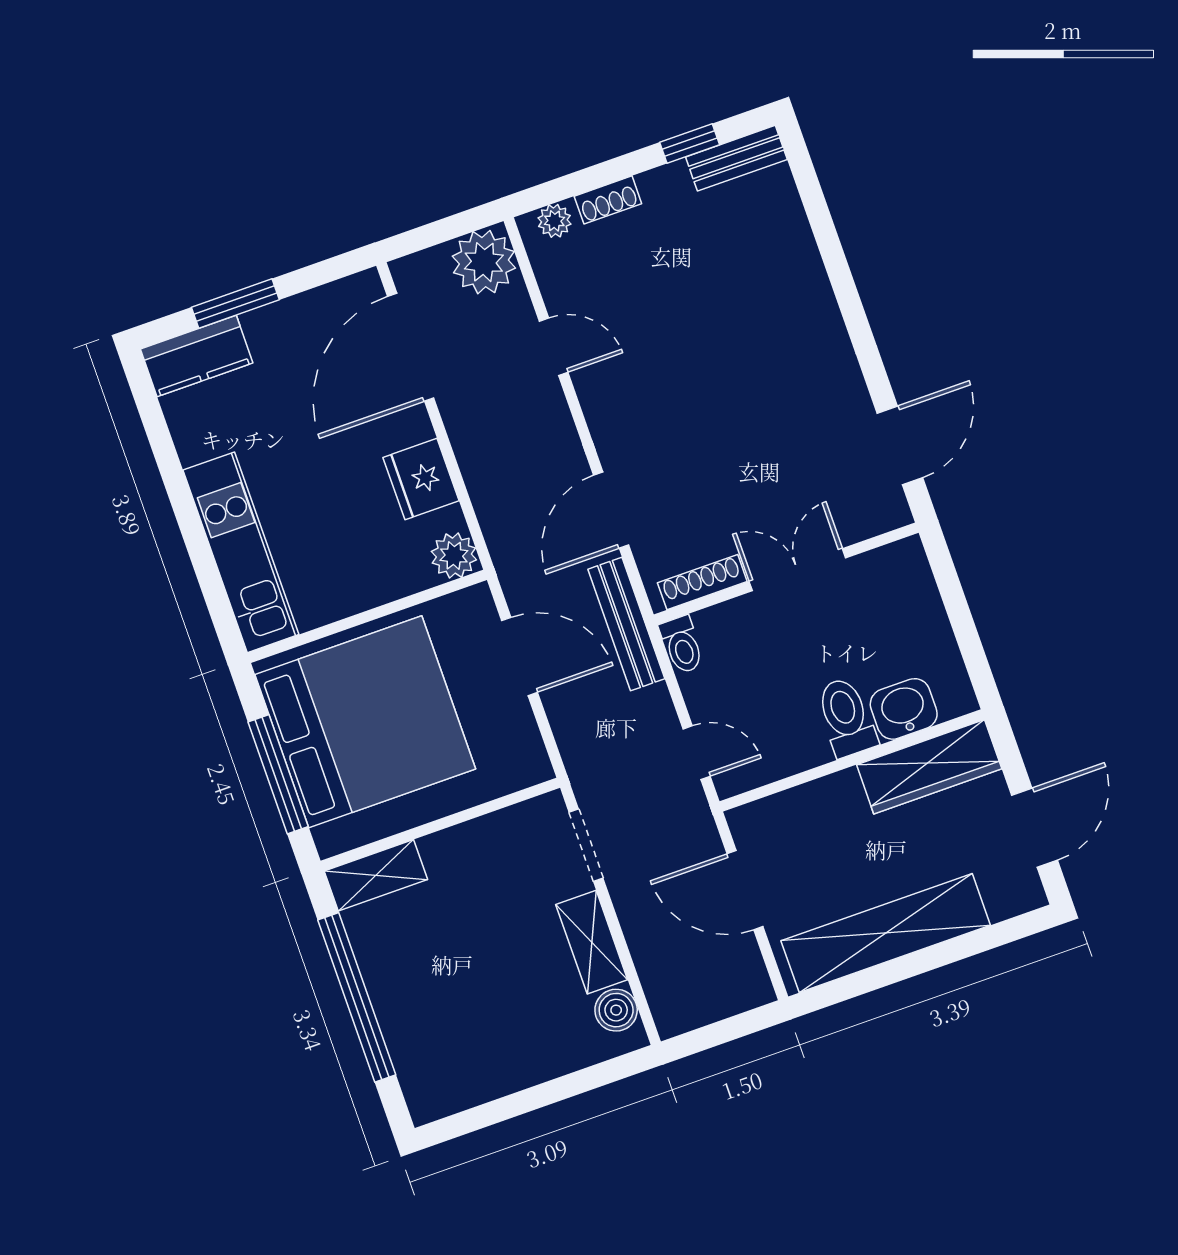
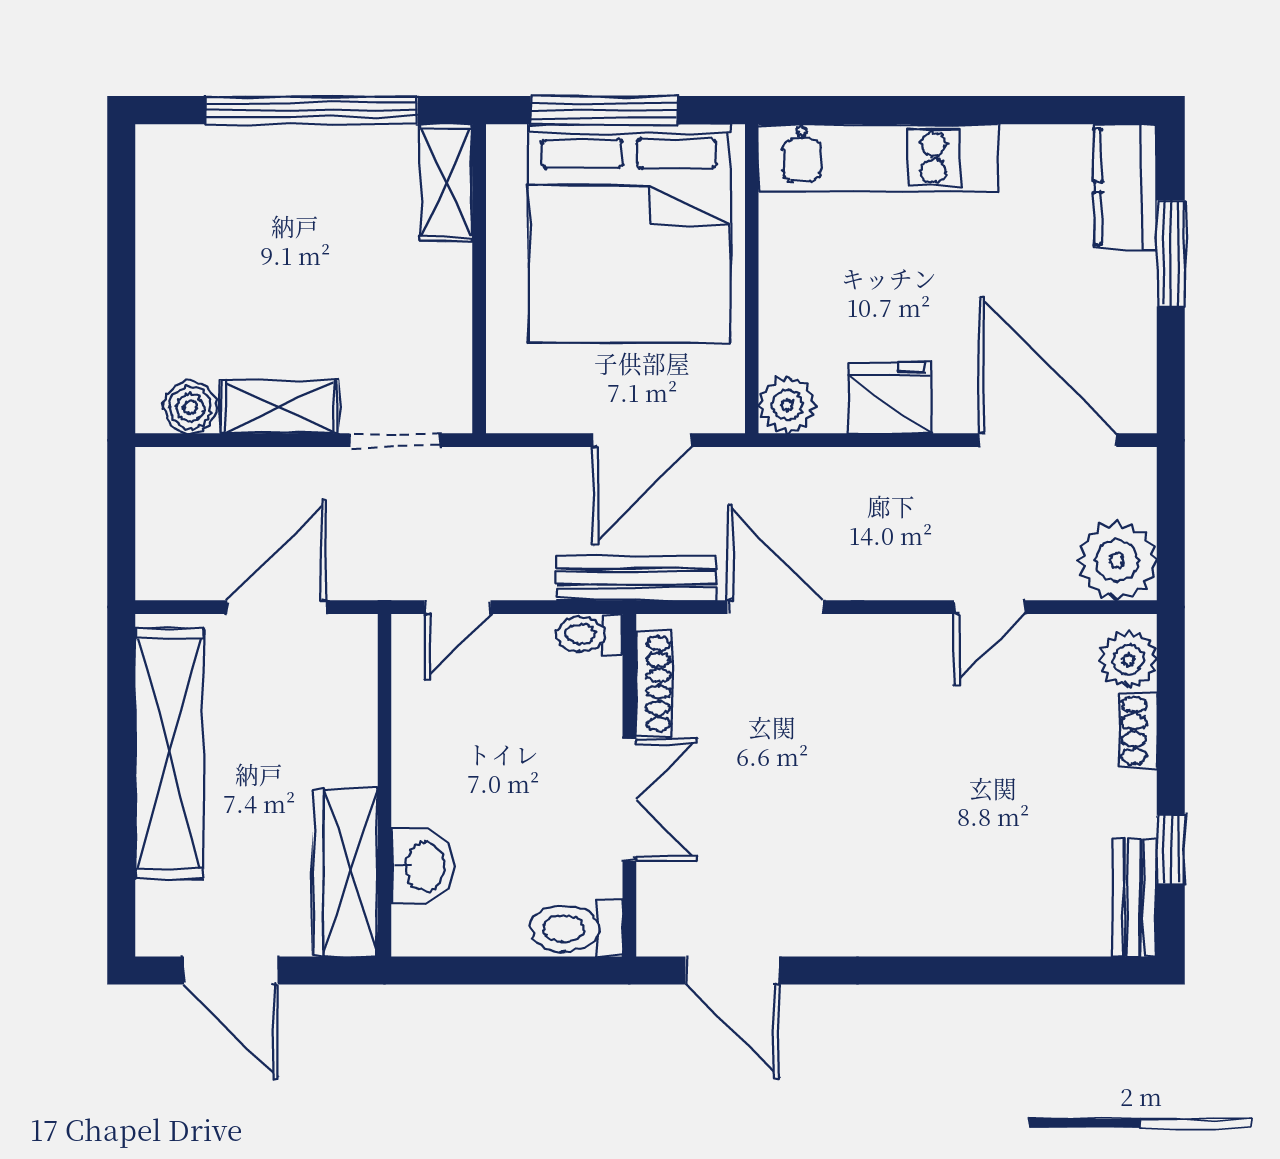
plant: (554, 221) -> (1128, 660), width x1.38, depth x1.38
toilet: (846, 717) -> (576, 928), moved, turned 180

